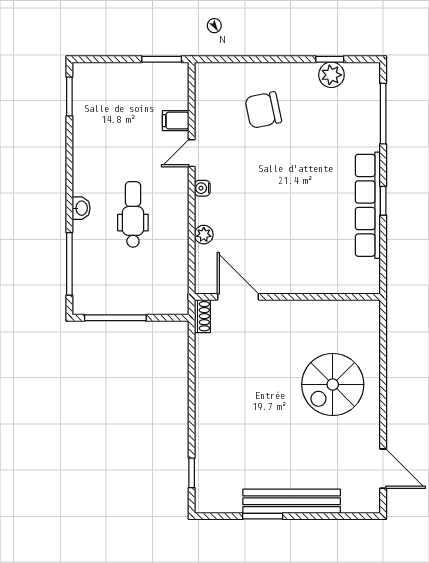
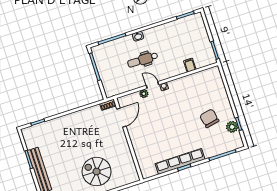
chair: (263, 110) -> (209, 118), moved
door: (192, 153) -> (153, 85), moved
dental chair: (133, 214) -> (143, 60), turned 180

